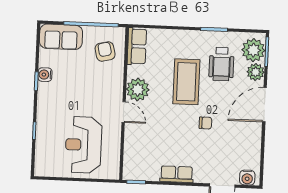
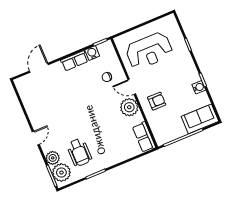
armchair: (105, 52) -> (157, 101), moved, turned -77
wheelchair: (221, 64) -> (79, 152), turned 180
coffee table: (186, 82) -> (98, 129), removed
door: (264, 105) -> (36, 138), width x0.53
chair: (205, 123) -> (107, 77), moved
reception desk: (83, 145) -> (149, 51), turned 90
water cooler: (247, 178) -> (92, 53), moved

